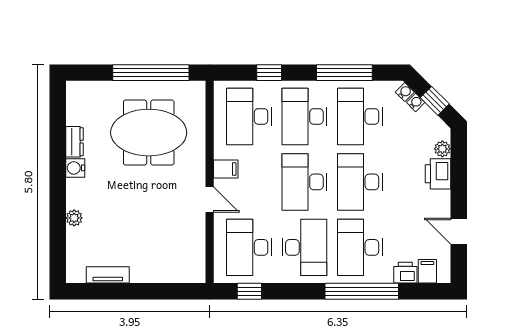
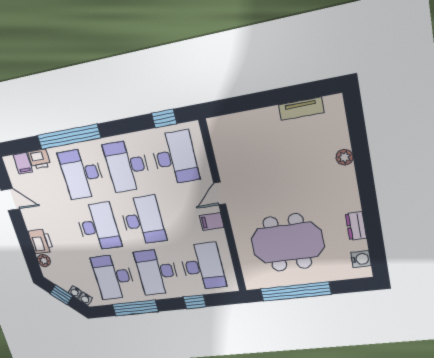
desk: (304, 116) -> (157, 272), turned 180
desk: (360, 116) -> (114, 277), turned 180
water cooler: (75, 168) -> (361, 259), moved
door: (210, 200) -> (220, 194), hinge flipped
desk: (360, 247) -> (82, 174), turned 180

